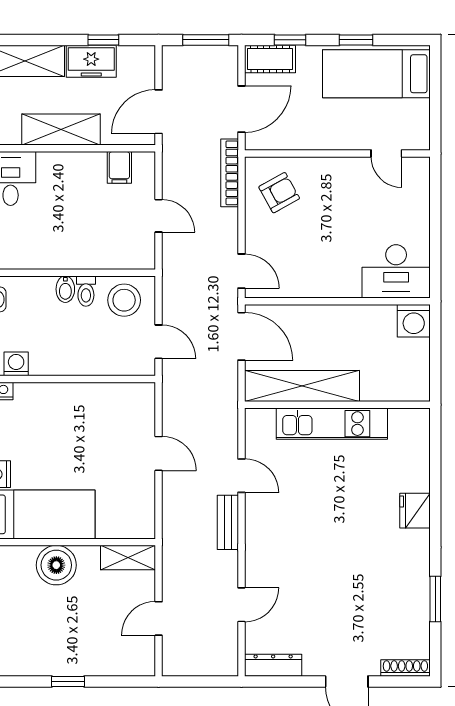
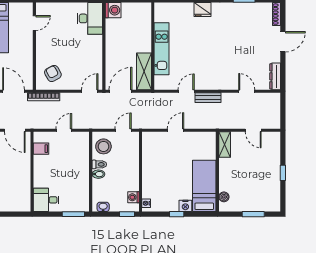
shelving: (61, 130) -> (23, 176), removed
shelving: (302, 386) -> (144, 71), width x0.68
boiler: (56, 565) -> (224, 197), moved, width x0.54, depth x0.54

